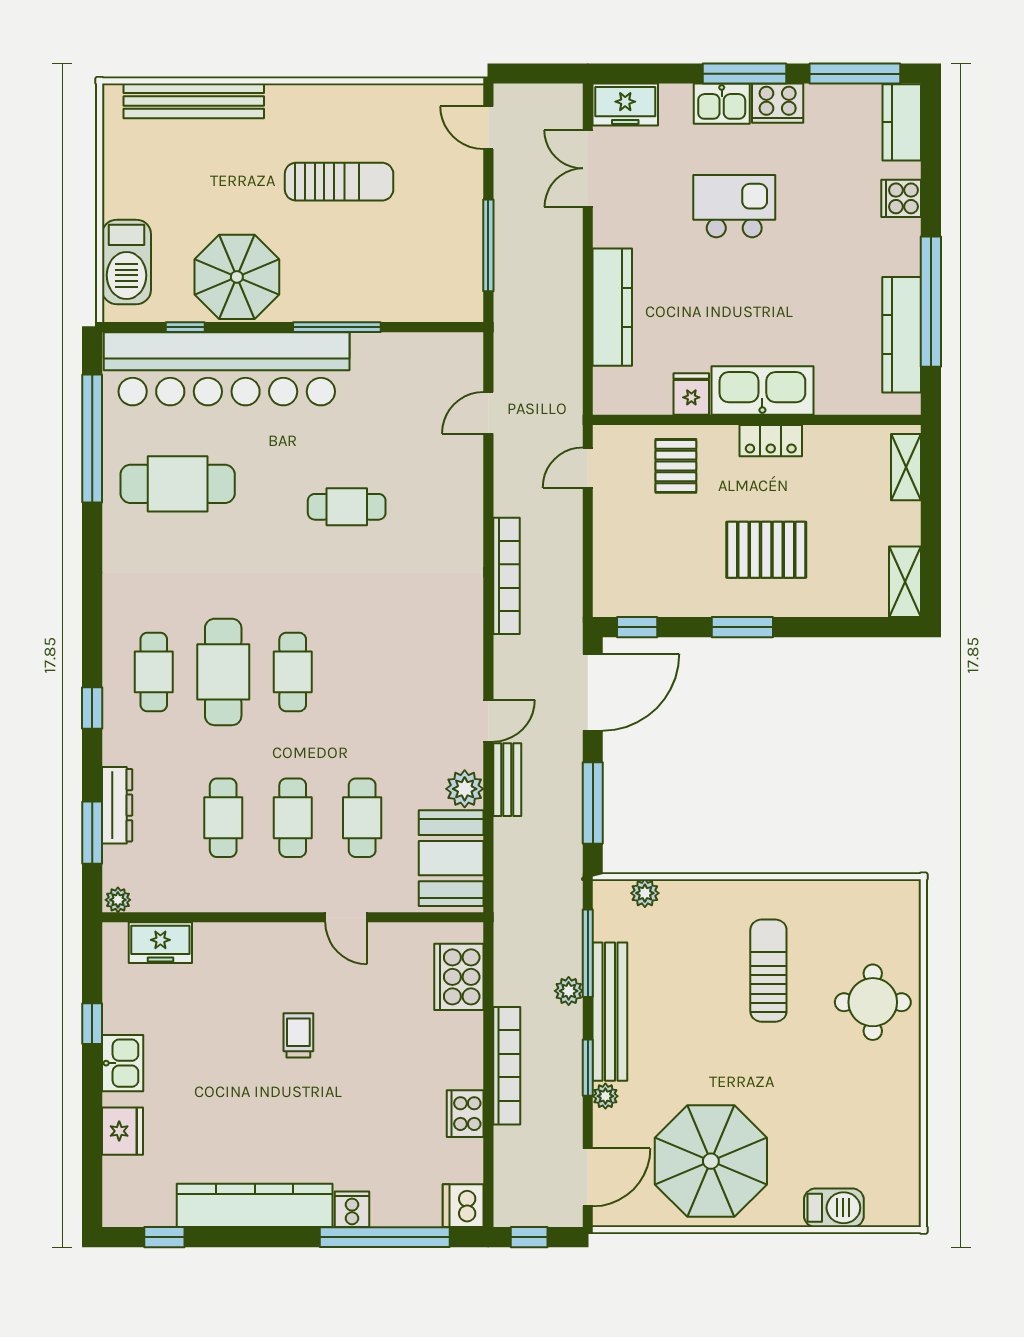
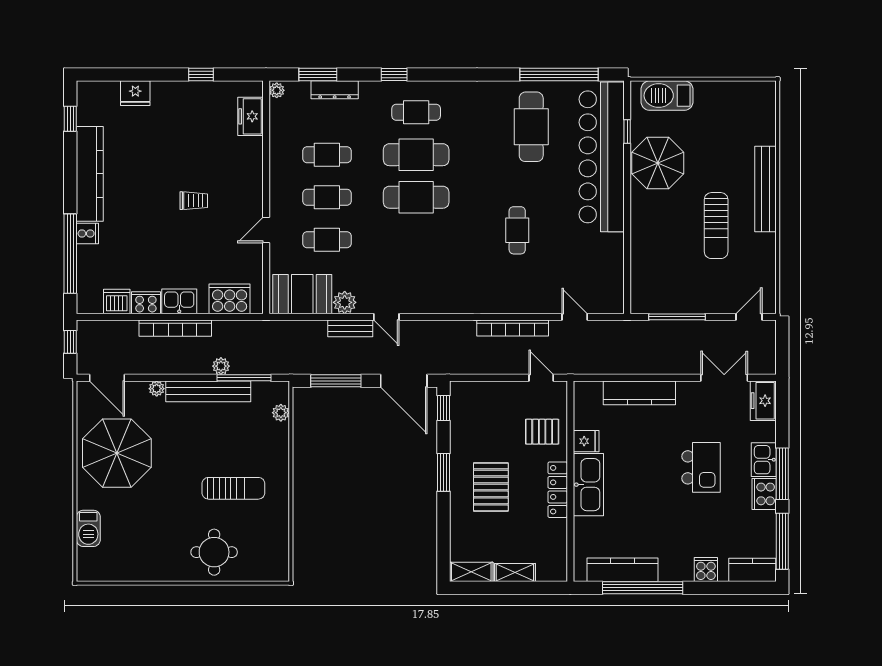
bench: (194, 101) -> (766, 189), moved
window: (337, 327) -> (627, 224), removed
locker: (771, 441) -> (558, 490), width x1.53
shelving: (906, 467) -> (515, 572), moved
bookcase: (507, 576) -> (513, 328), moved
cafe table: (293, 672) -> (416, 197), width x1.37, depth x1.35
kitchen sink: (123, 1063) -> (179, 301), moved, turned 180
window: (588, 1068) -> (174, 378), removed
dishwasher: (463, 1206) -> (117, 302), moved

